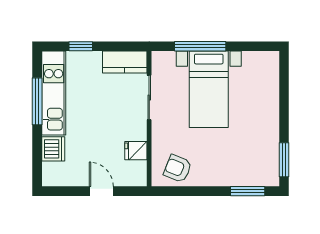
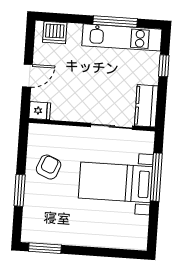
dishwasher: (53, 149) -> (55, 33), moved
fridge: (136, 151) -> (40, 111), moved, turned 90
armchair: (178, 169) -> (49, 167), moved
window: (248, 191) -> (20, 190), moved

